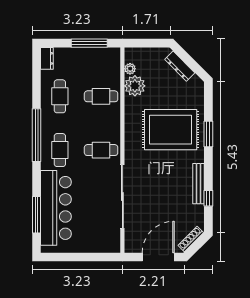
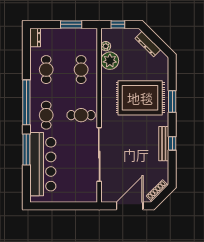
window: (89, 43) -> (71, 24), width x0.69
window: (144, 43) -> (118, 24), added
cafe table: (101, 96) -> (81, 70), turned 90
window: (208, 198) -> (172, 143), moved
window: (36, 215) -> (26, 150), moved

